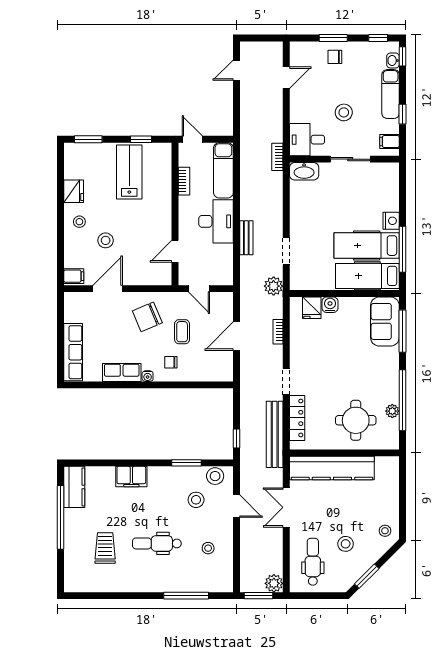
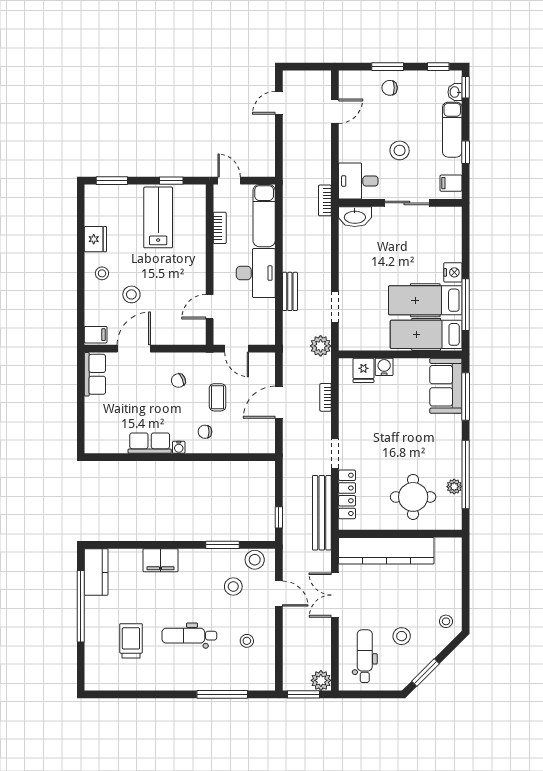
chair: (147, 317) -> (178, 380), width x0.54, depth x0.54
row of seats: (73, 352) -> (95, 374), moved, width x0.68

